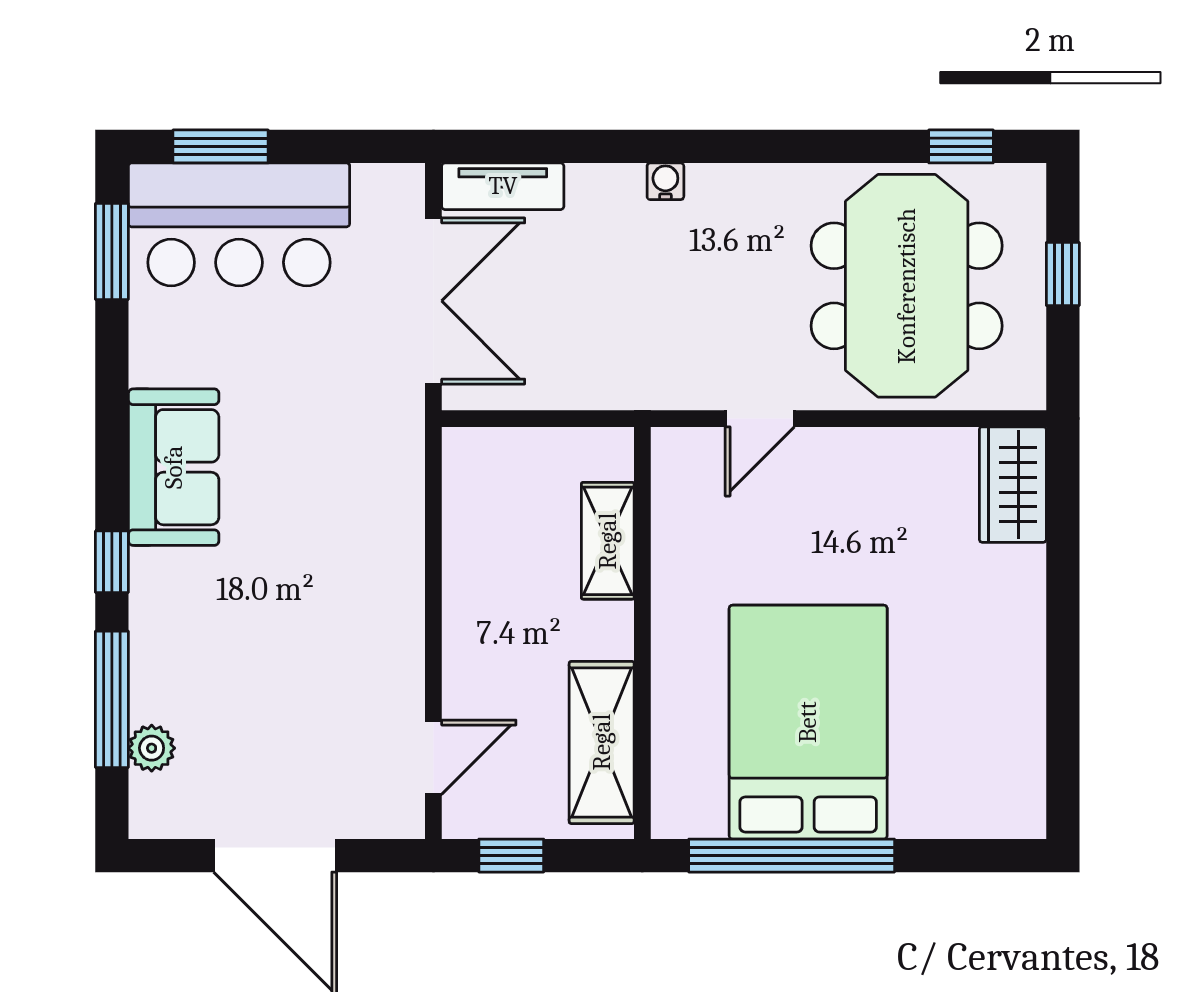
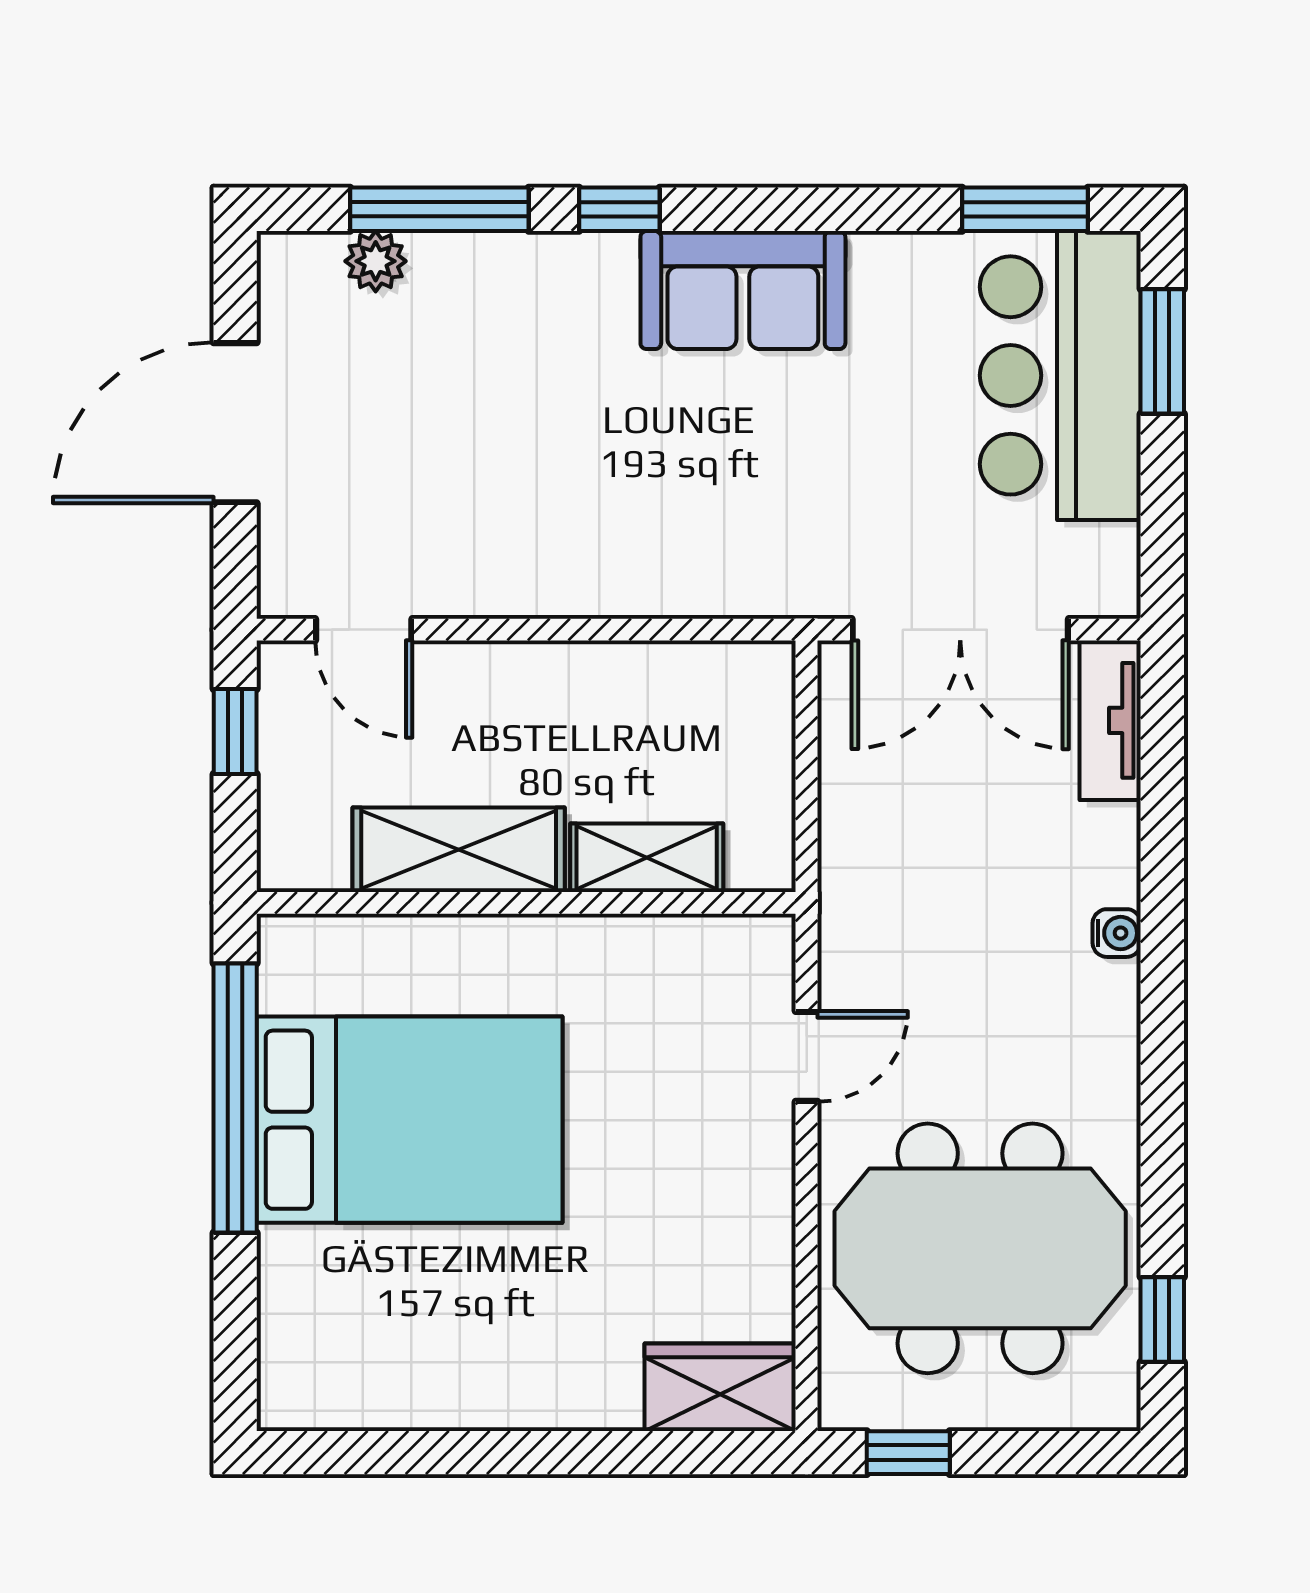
window: (1063, 274) -> (908, 1453), moved
door: (760, 419) -> (807, 1056), swing flipped
shelving: (602, 742) -> (459, 850), moved

